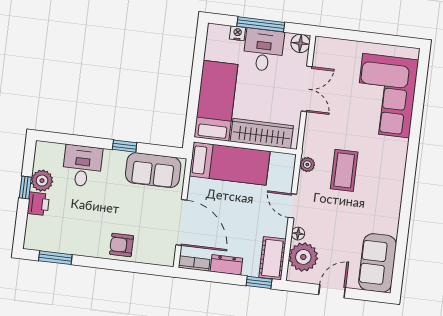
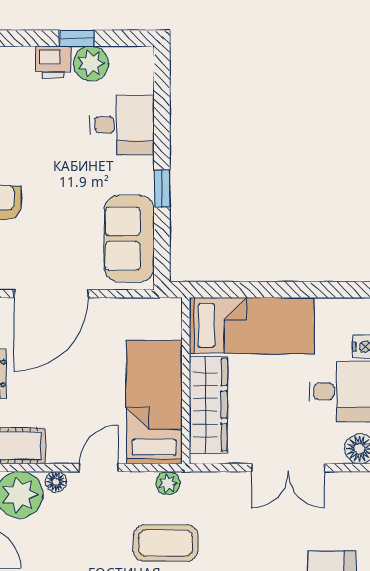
bed: (230, 164) -> (154, 402), moved, turned 180

